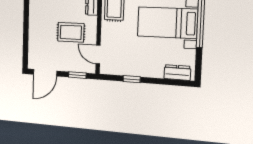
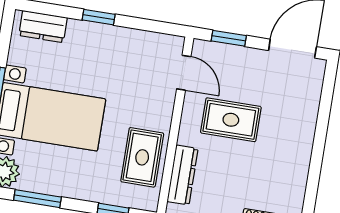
window: (132, 79) -> (99, 17), moved

